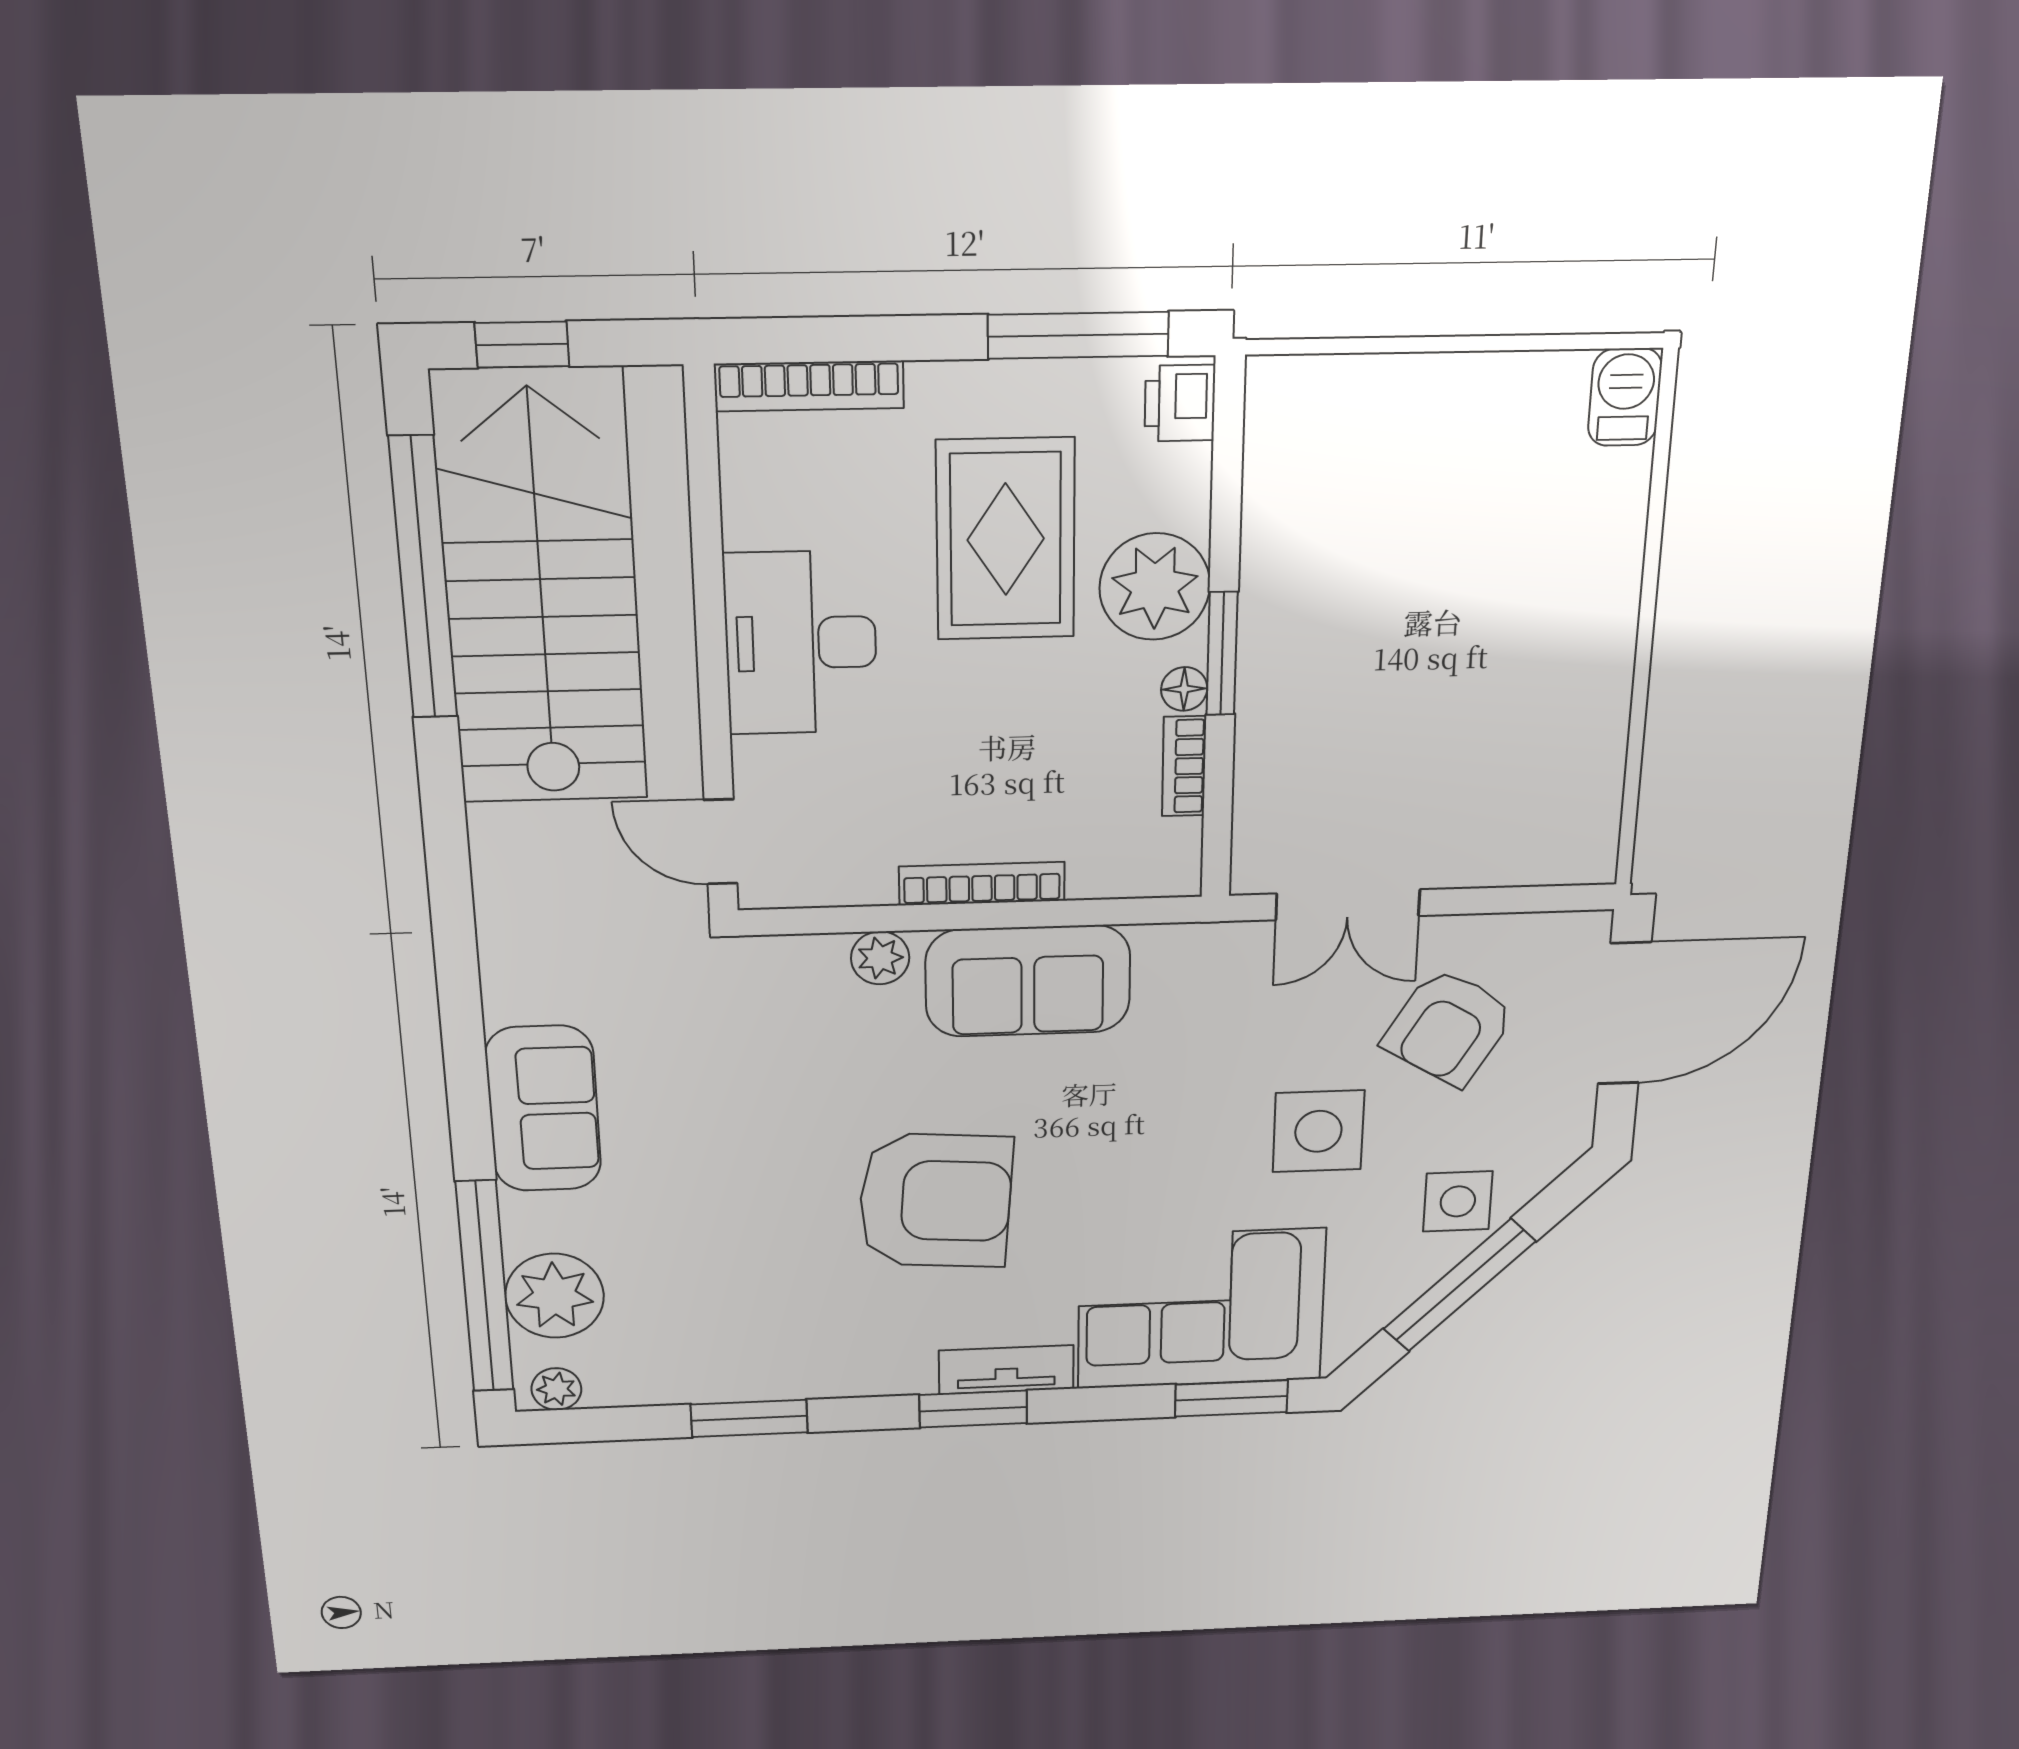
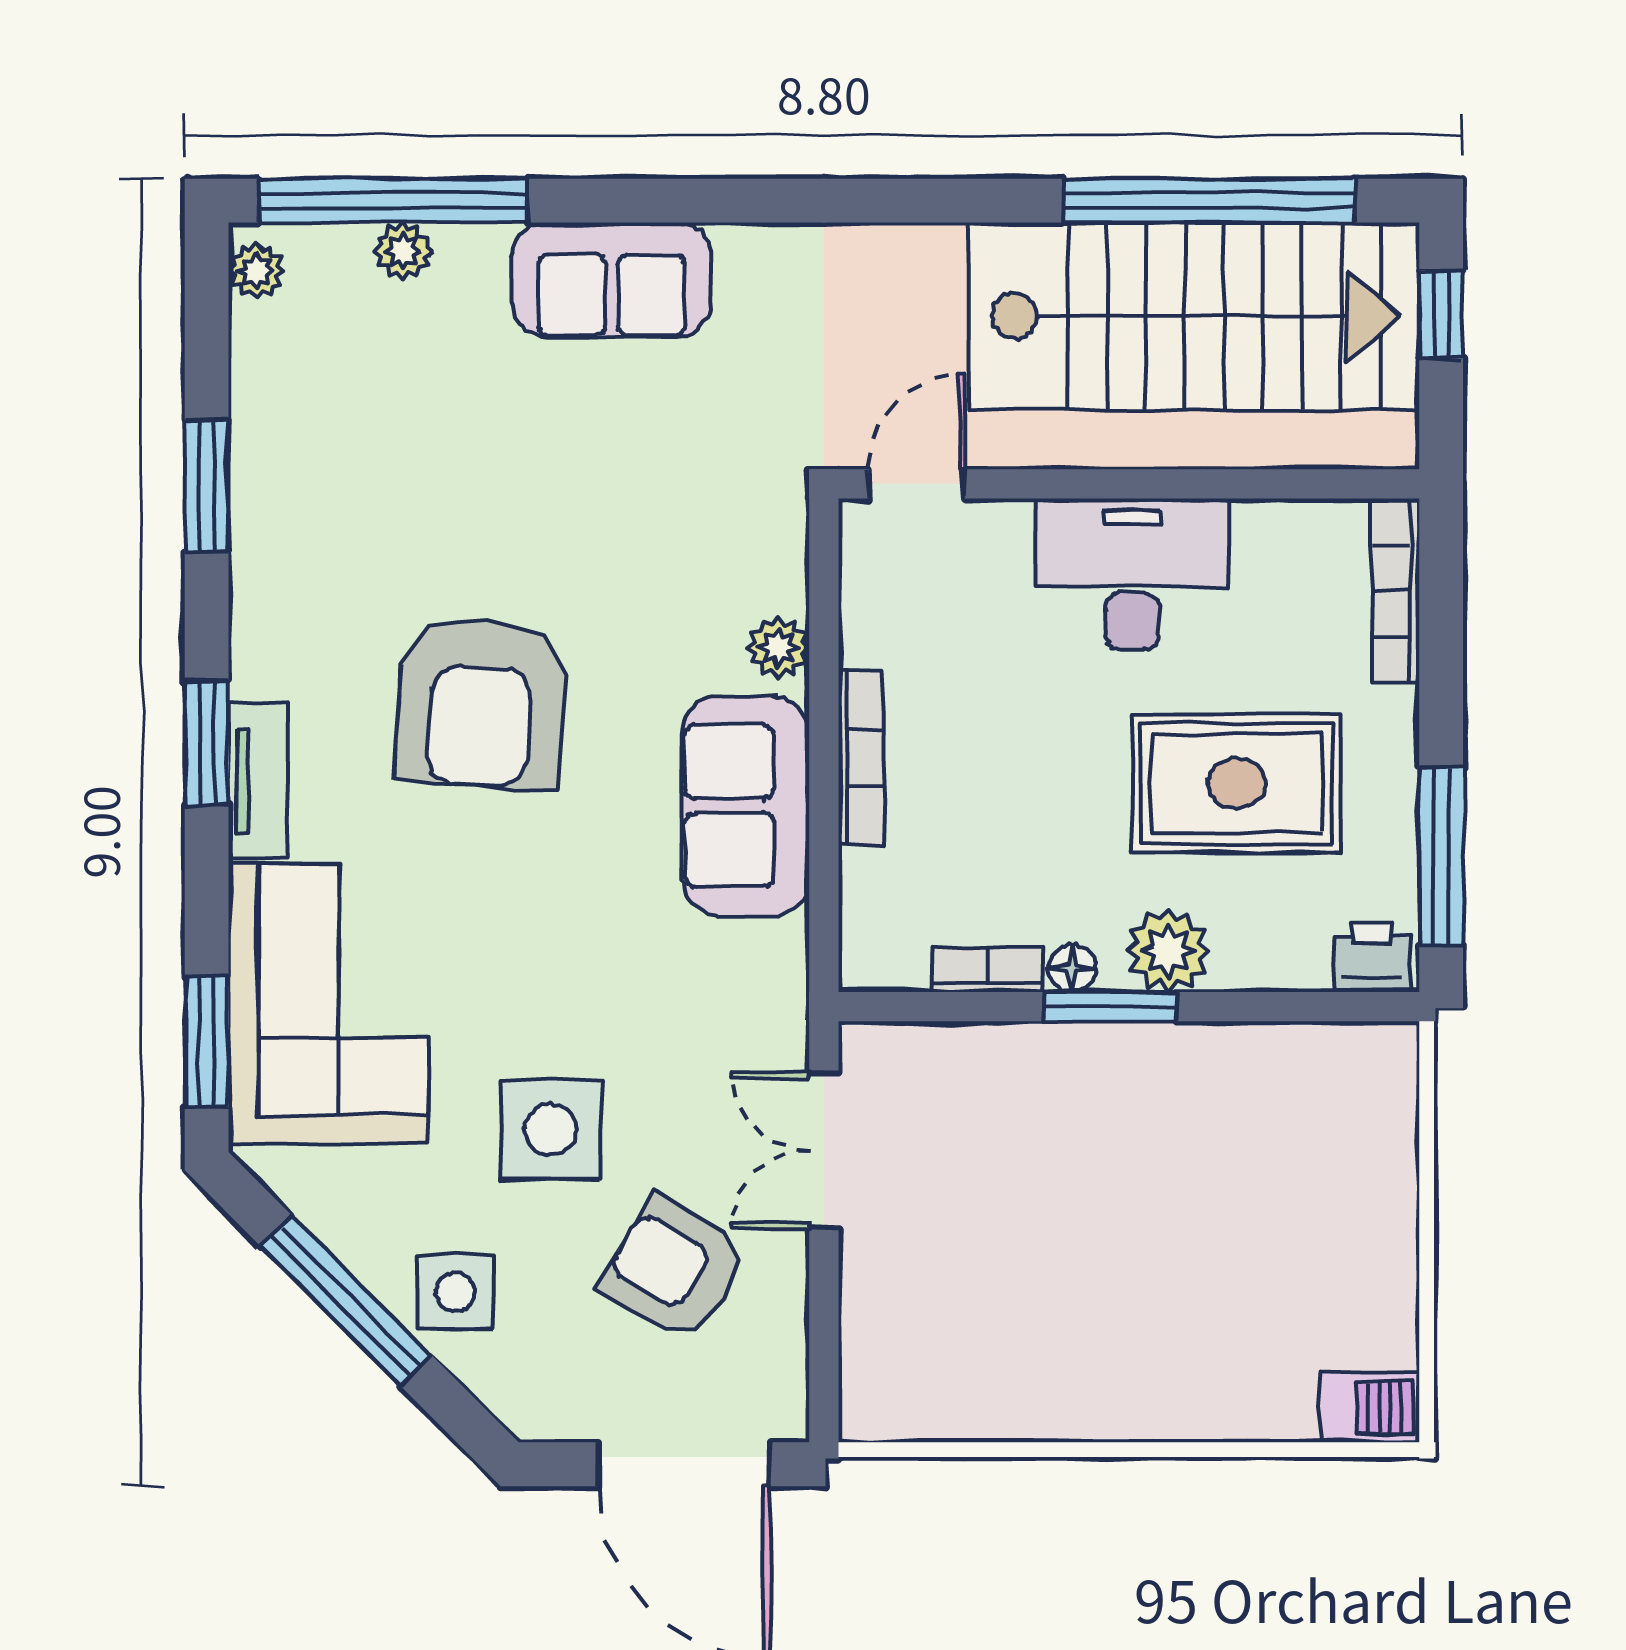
plant: (1155, 587) -> (1168, 951), width x0.73, depth x0.73
plant: (555, 1296) -> (403, 251), width x0.53, depth x0.53

